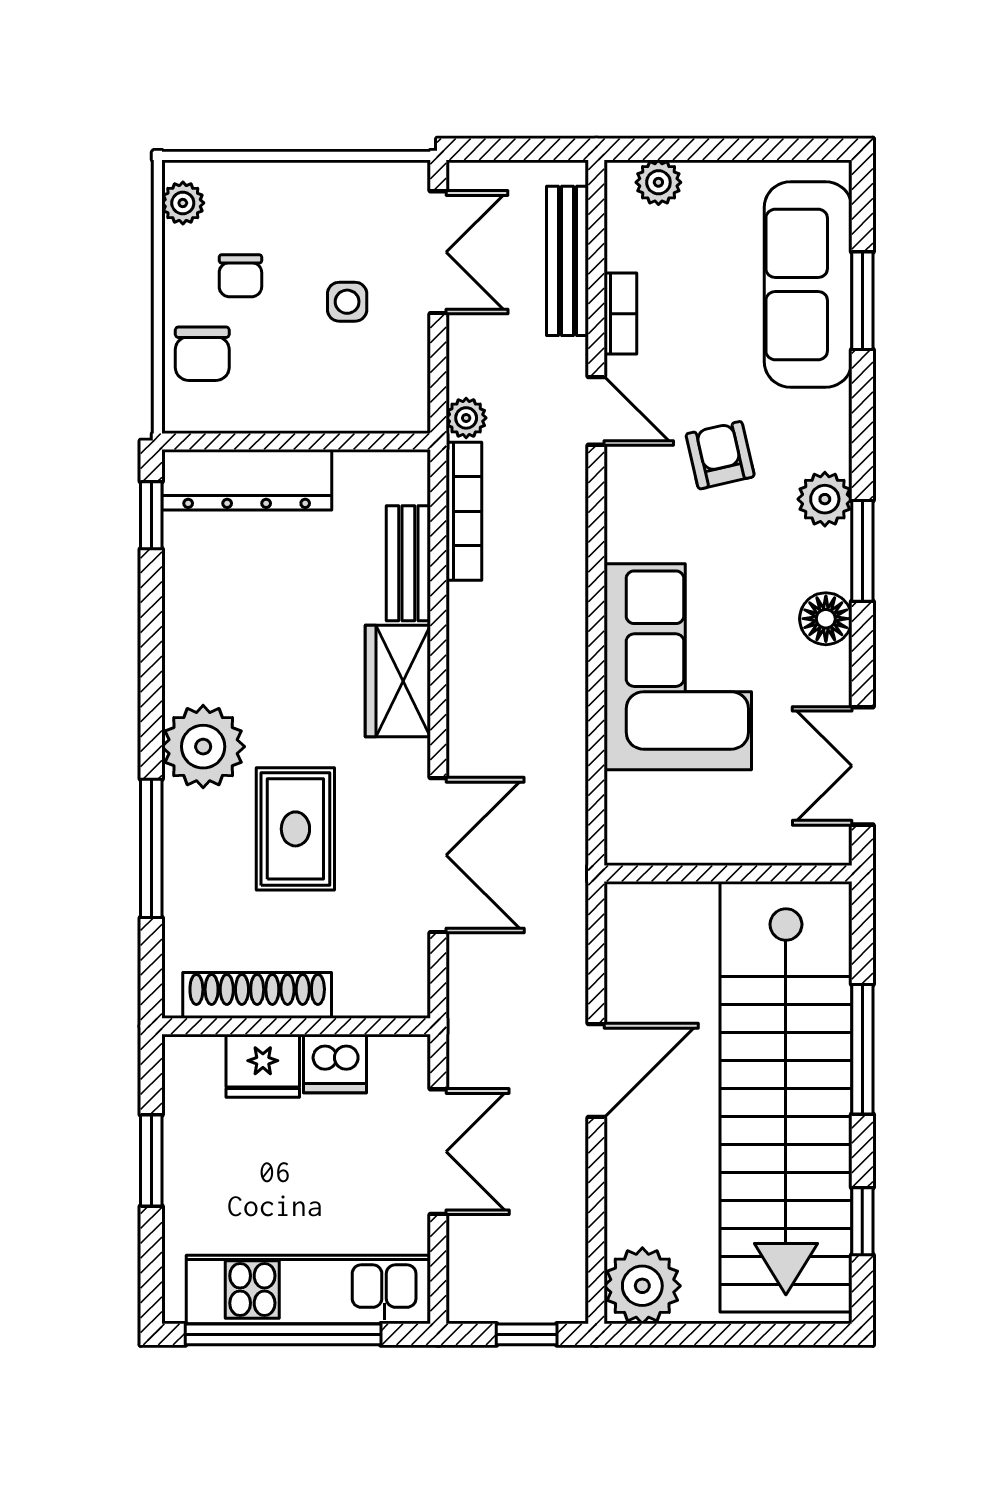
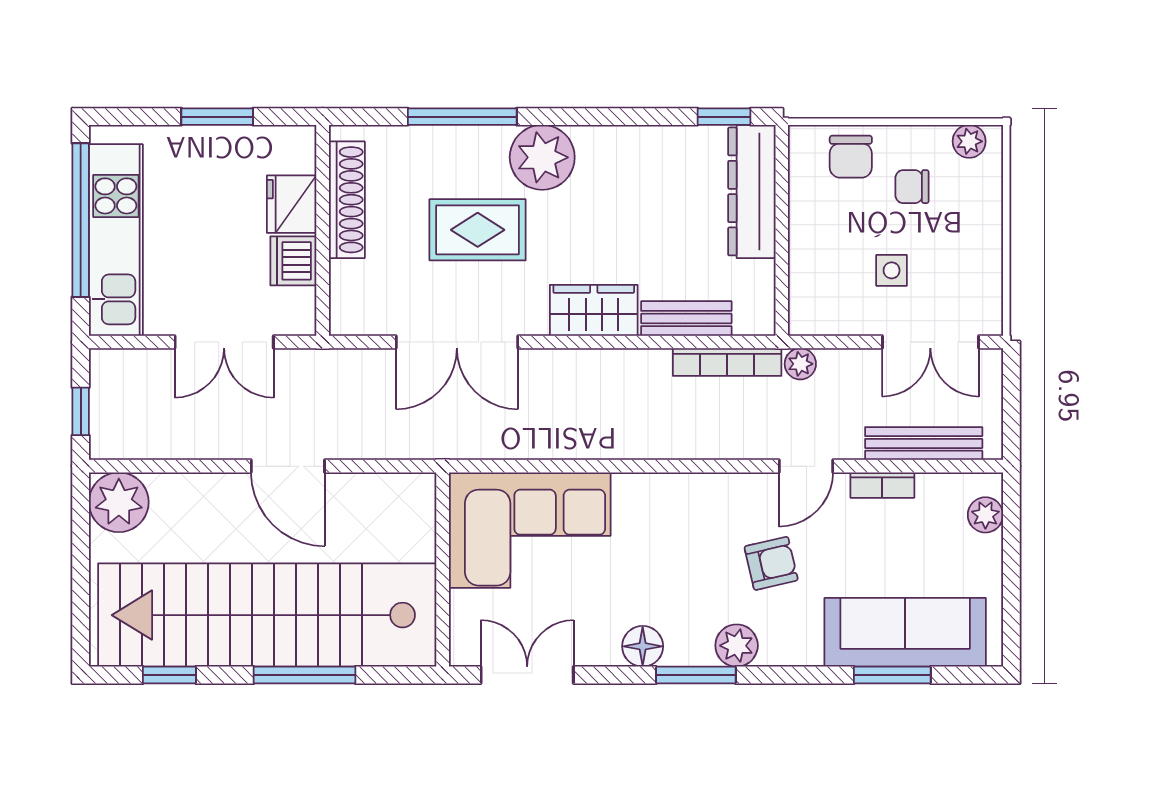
chair: (202, 354) -> (851, 157), turned -90
corner sofa: (678, 667) -> (530, 530), moved

